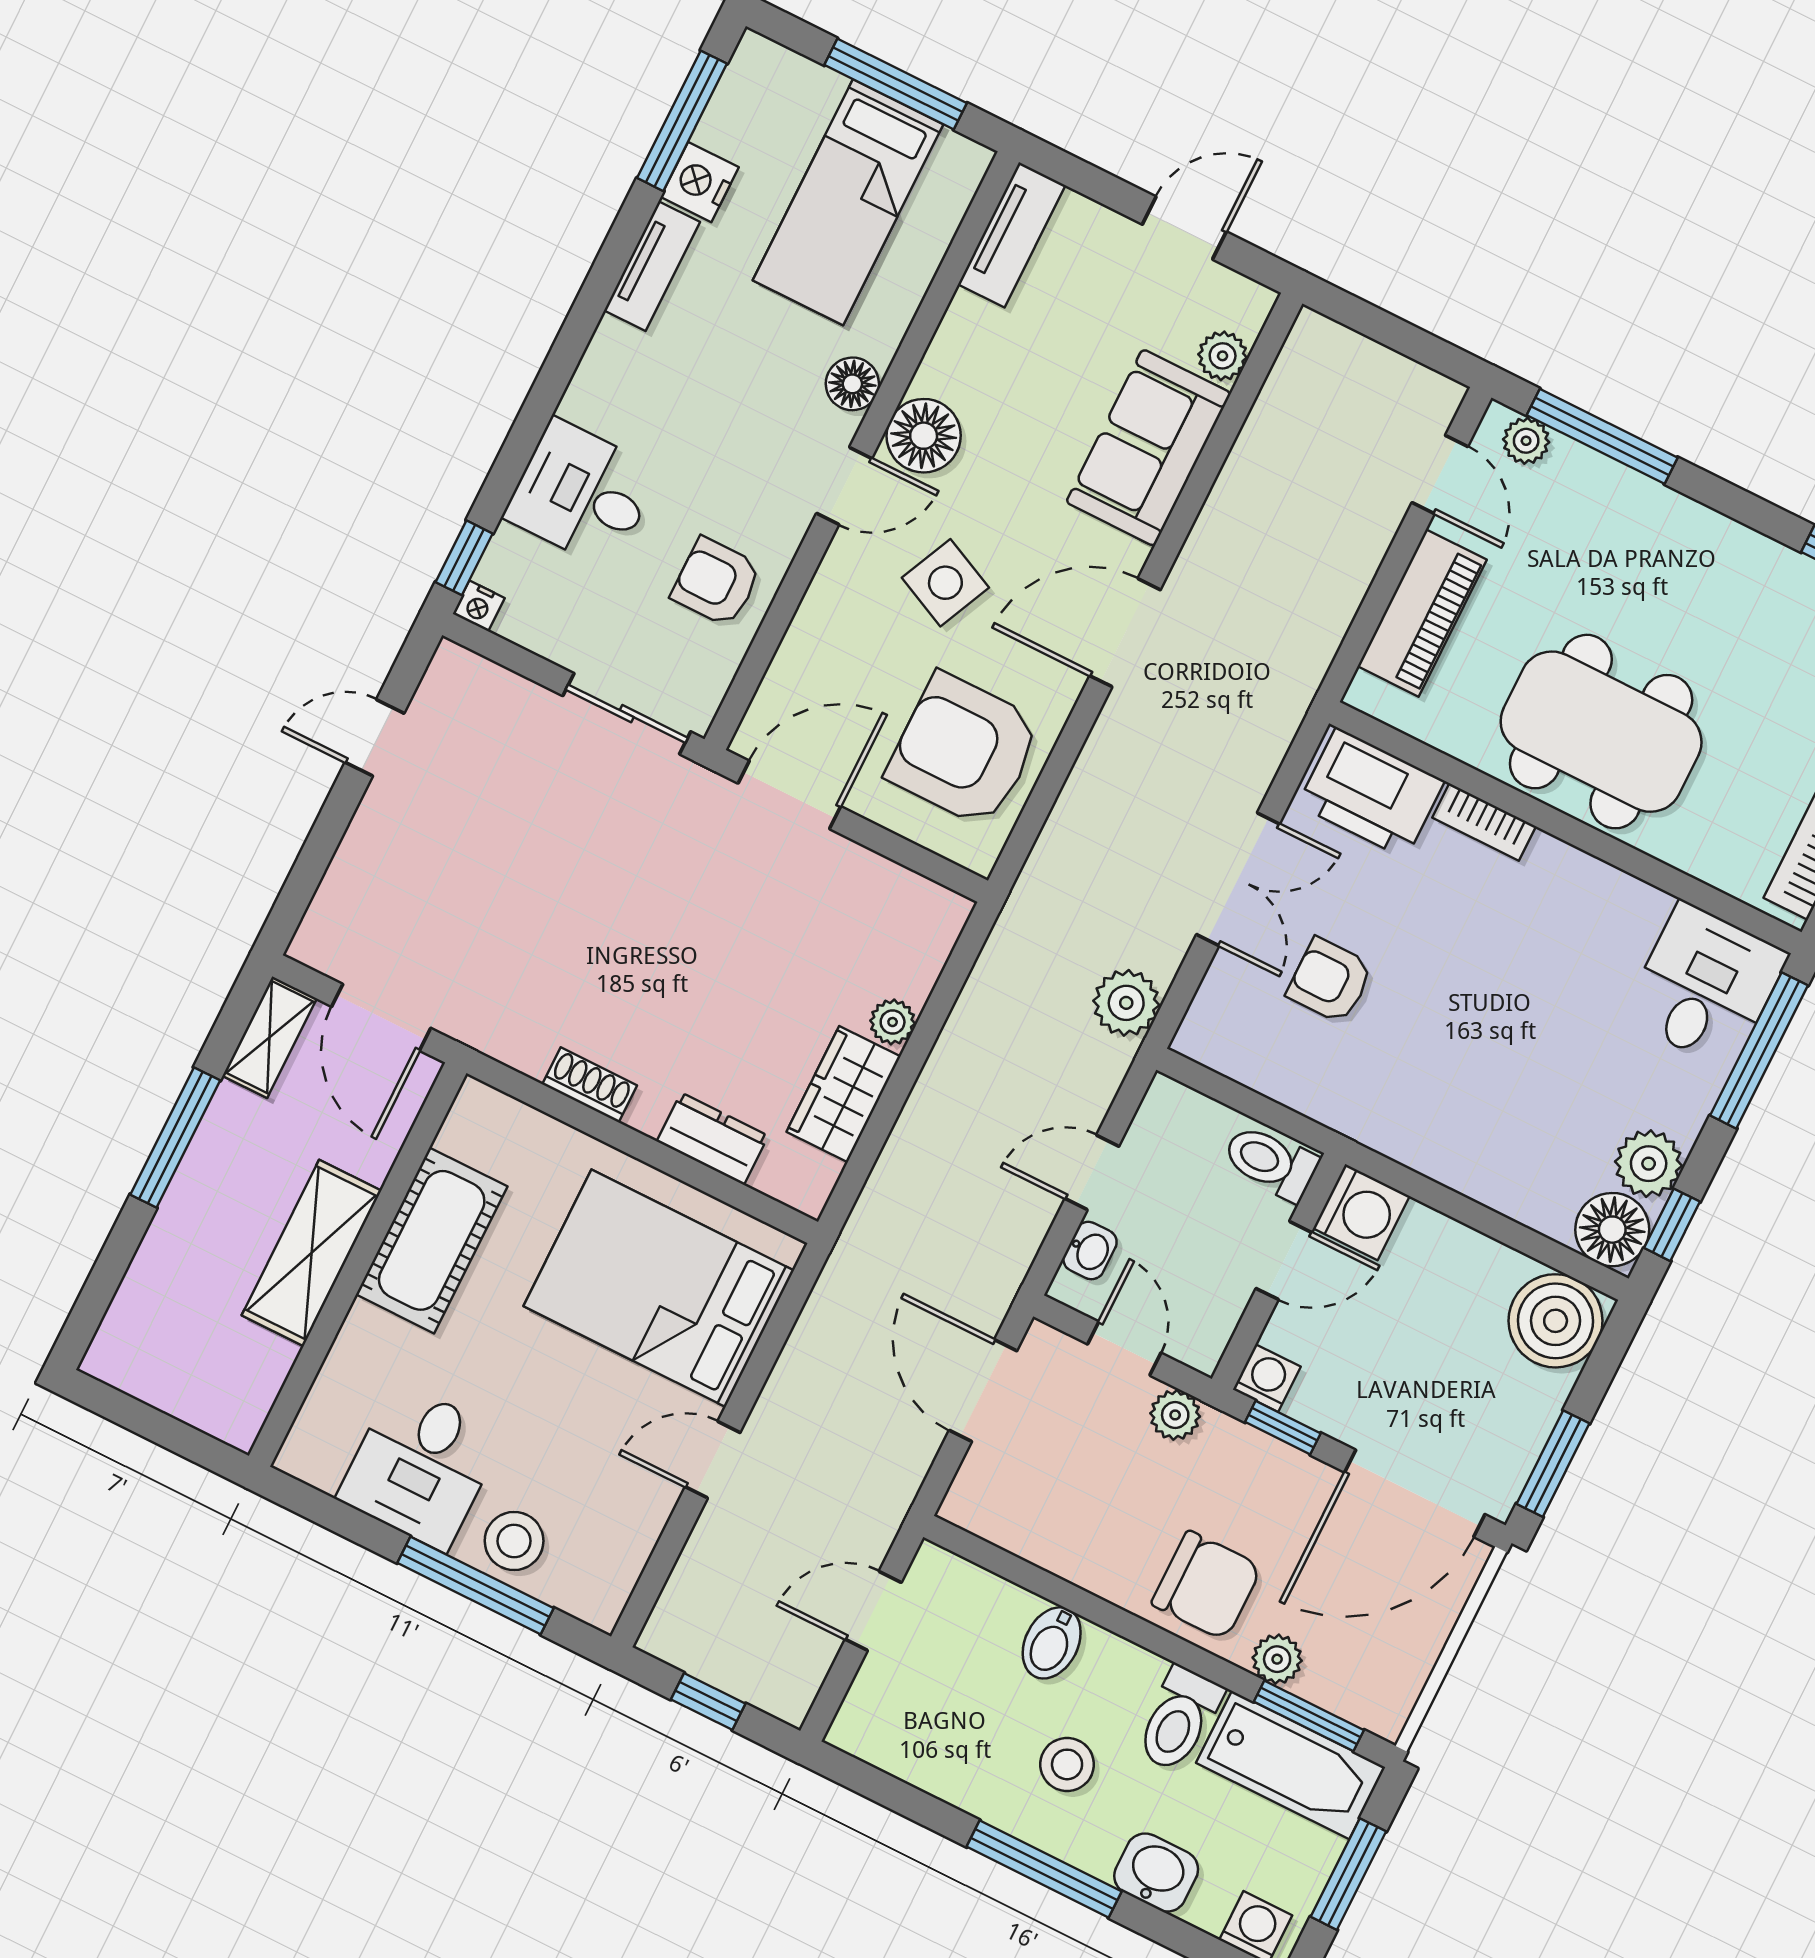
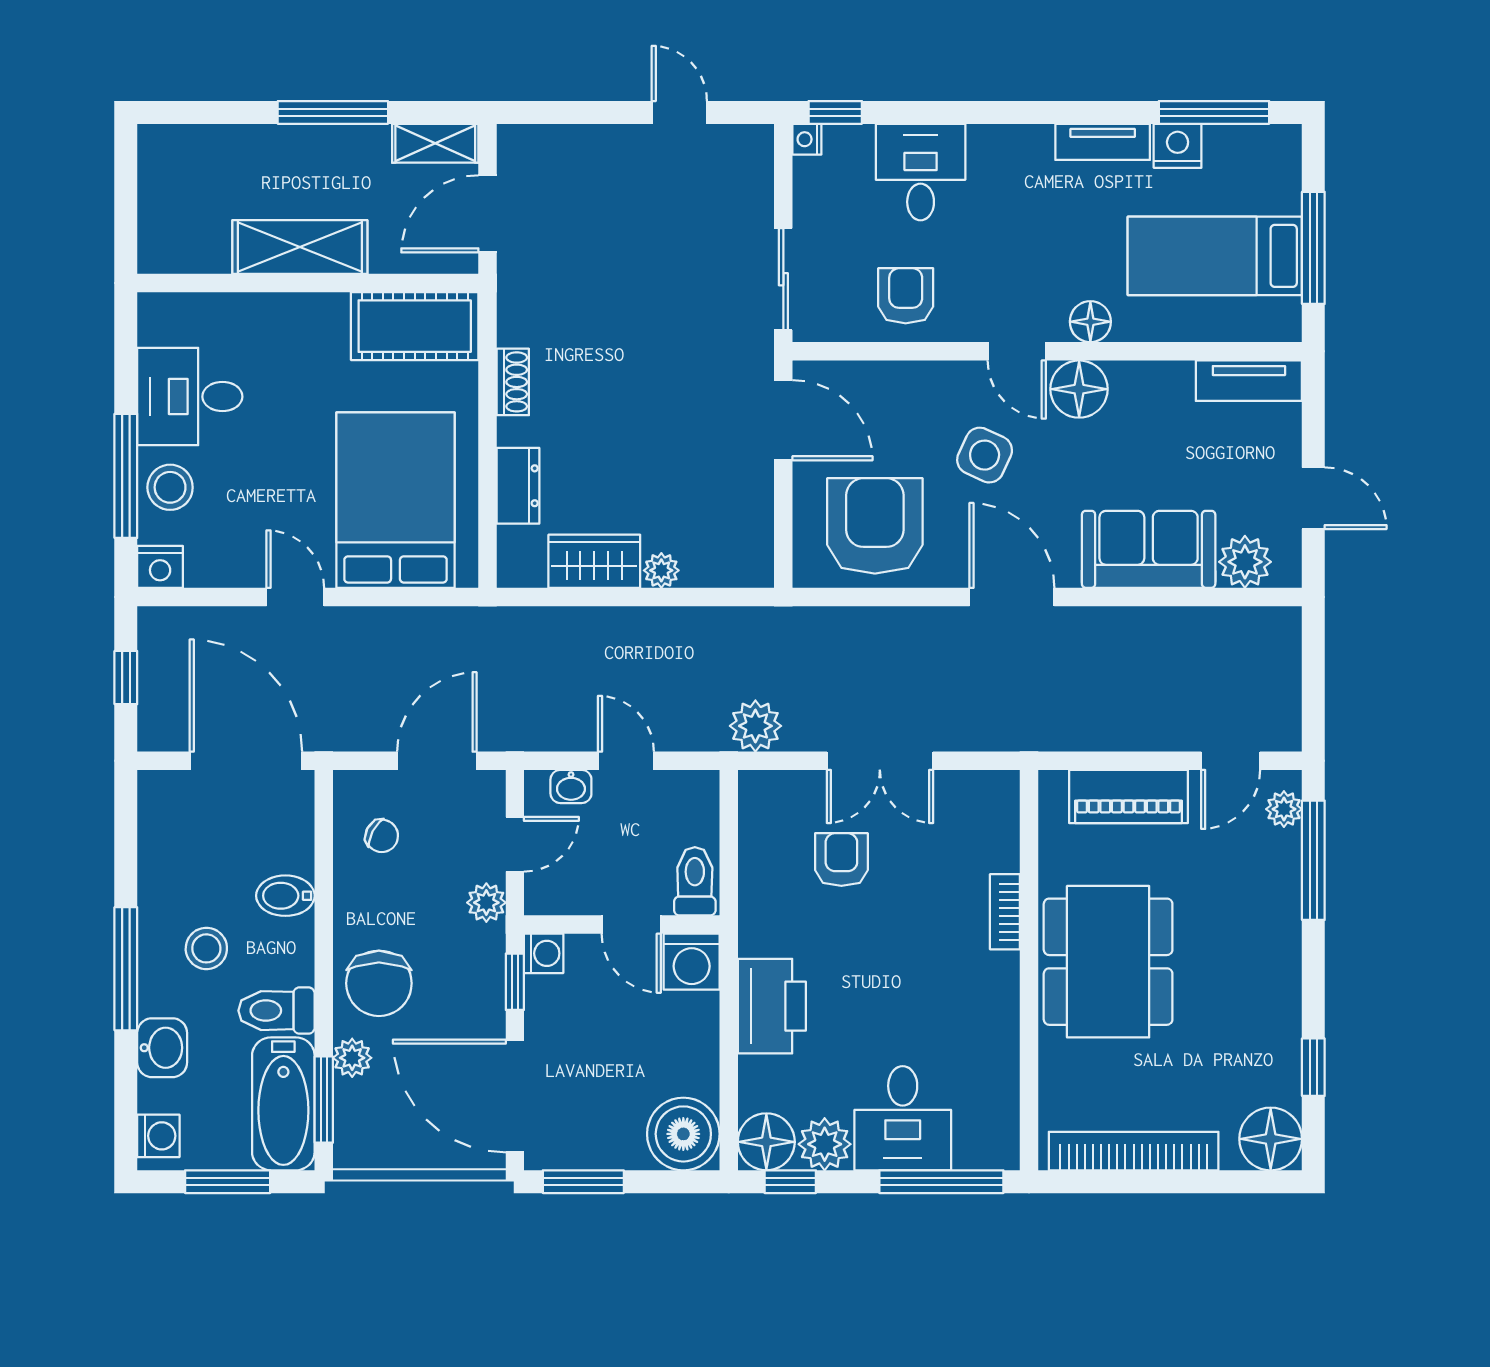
plant: (1223, 356) -> (1245, 562), width x1.38, depth x1.38
printer: (1371, 793) -> (772, 1006), moved, turned 180
desk: (1705, 986) -> (903, 1118), moved, turned 90
cot: (432, 1240) -> (415, 326), moved
chair: (1038, 1497) -> (382, 836), added
nightstand: (600, 1598) -> (160, 567), added
door: (873, 1611) -> (246, 761), width x1.88

